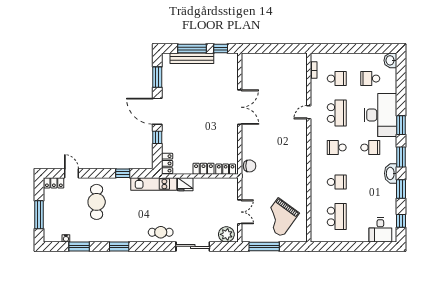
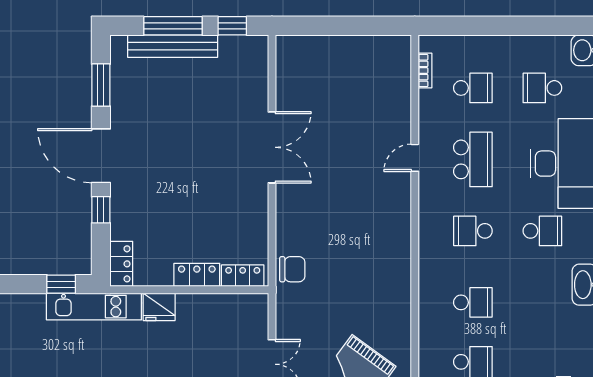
window: (123, 173) -> (61, 284), moved

